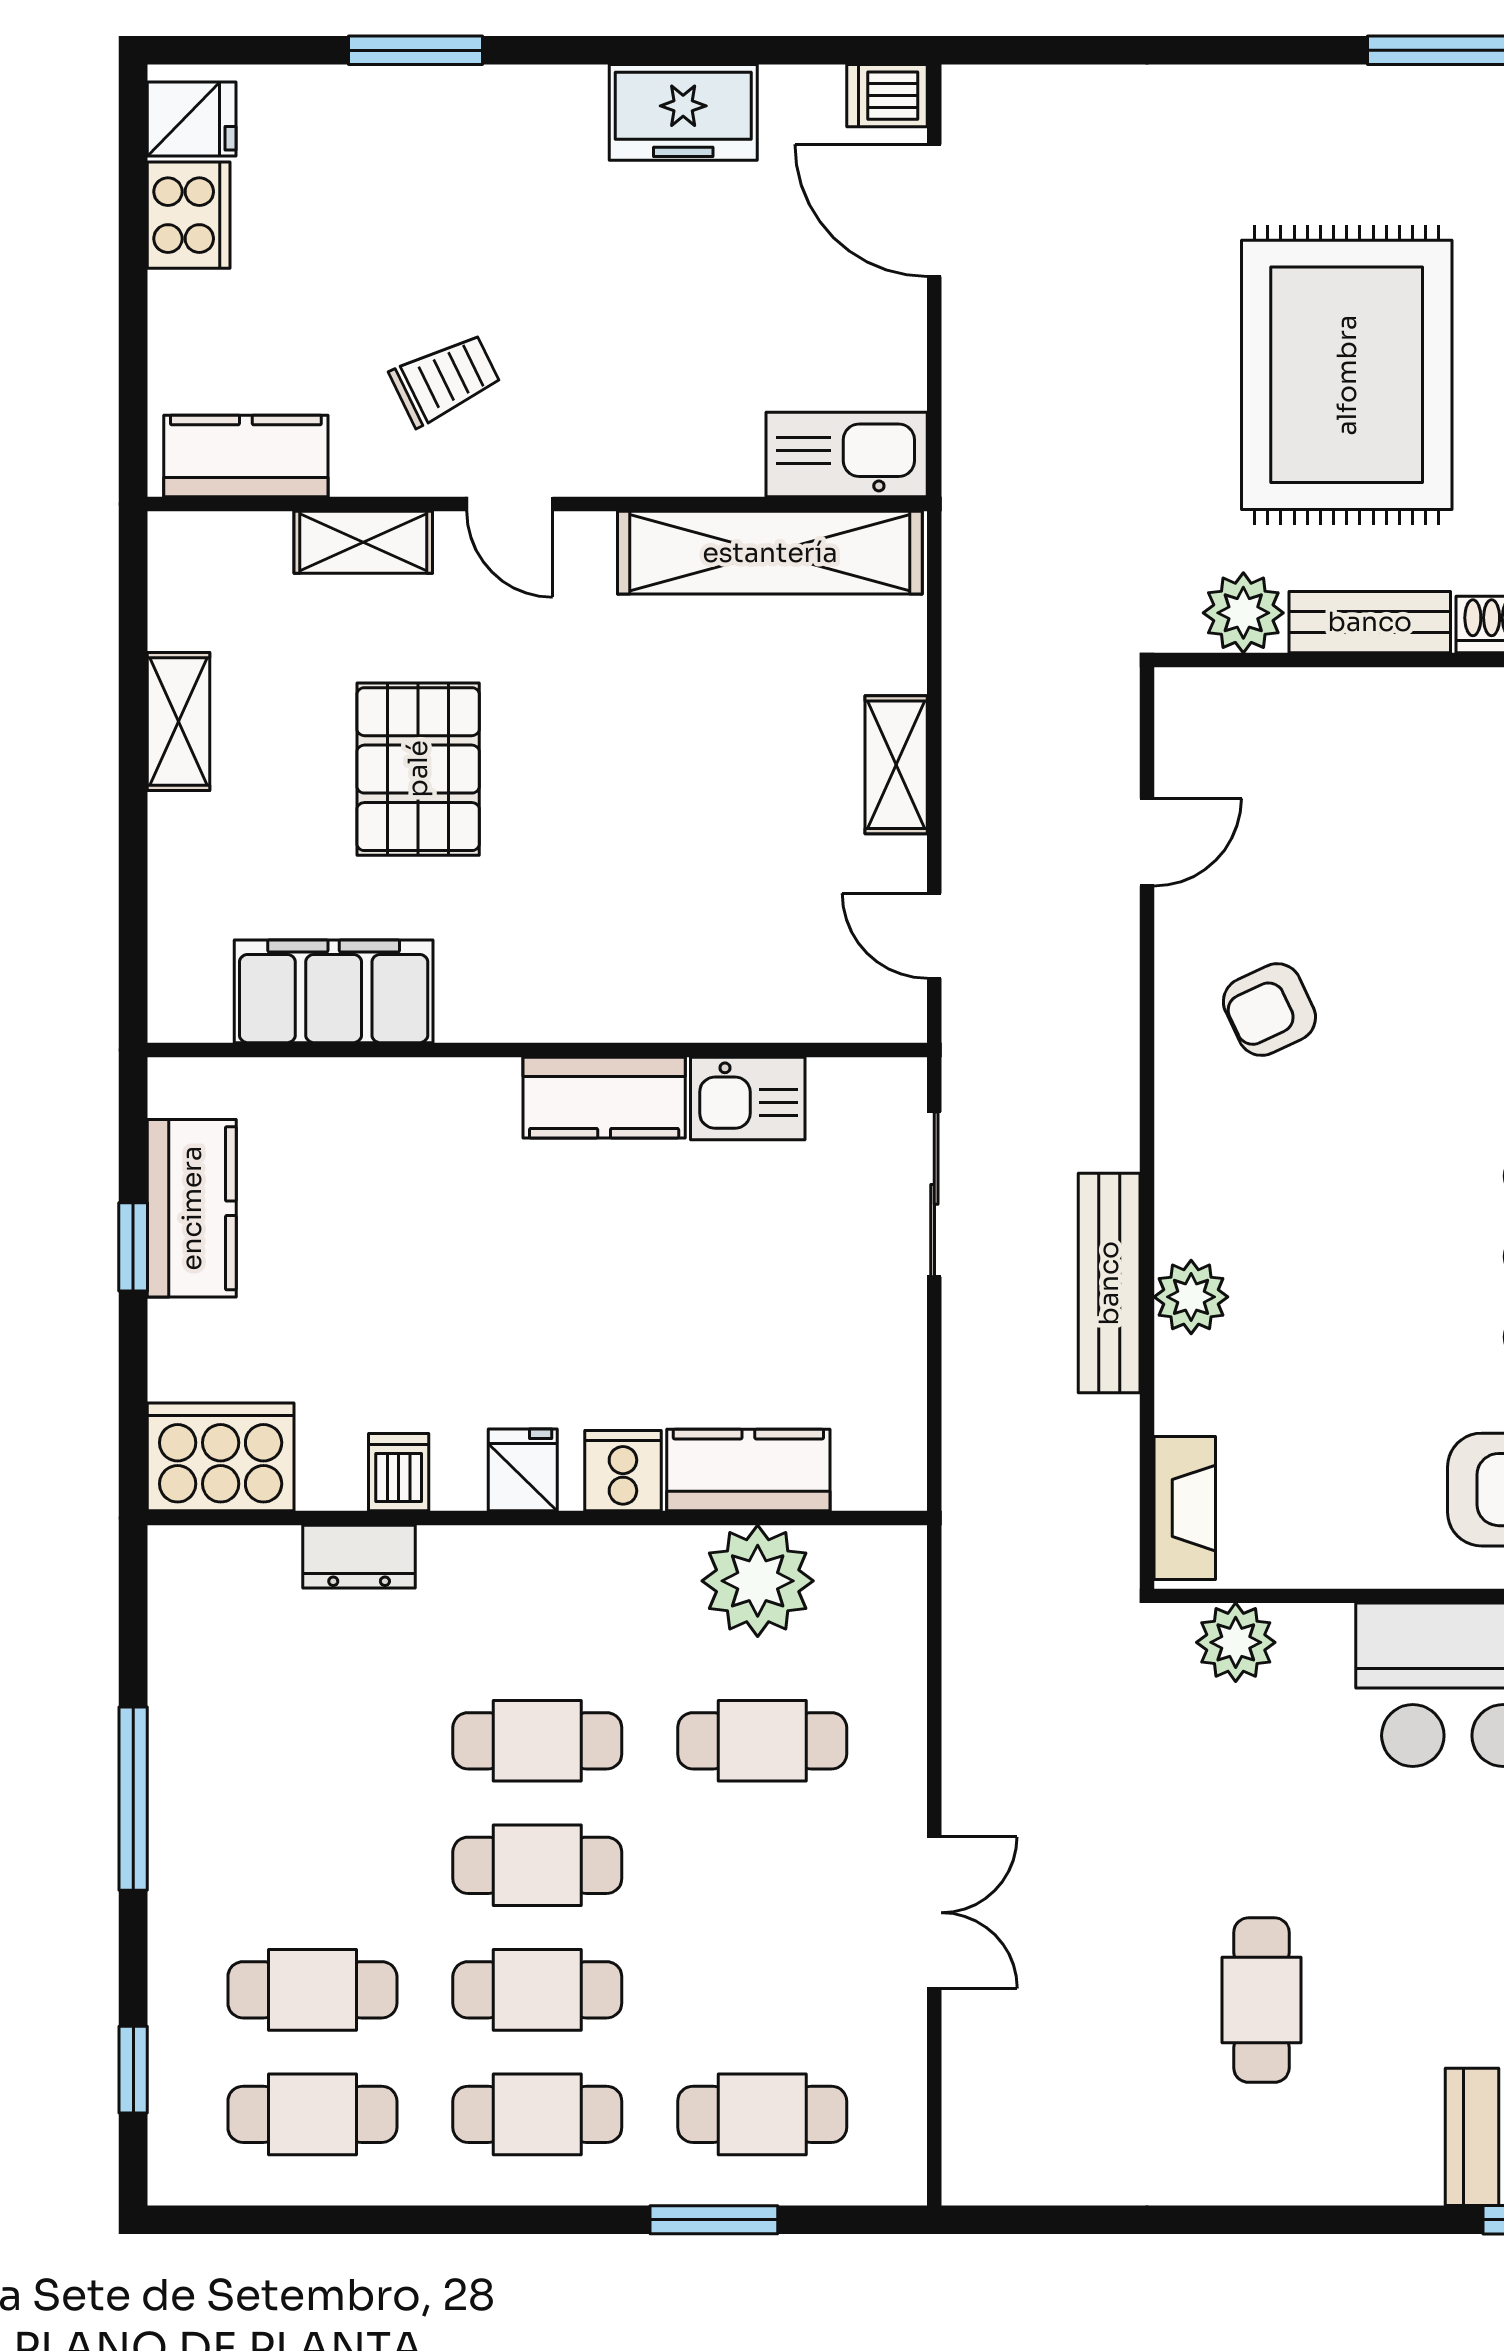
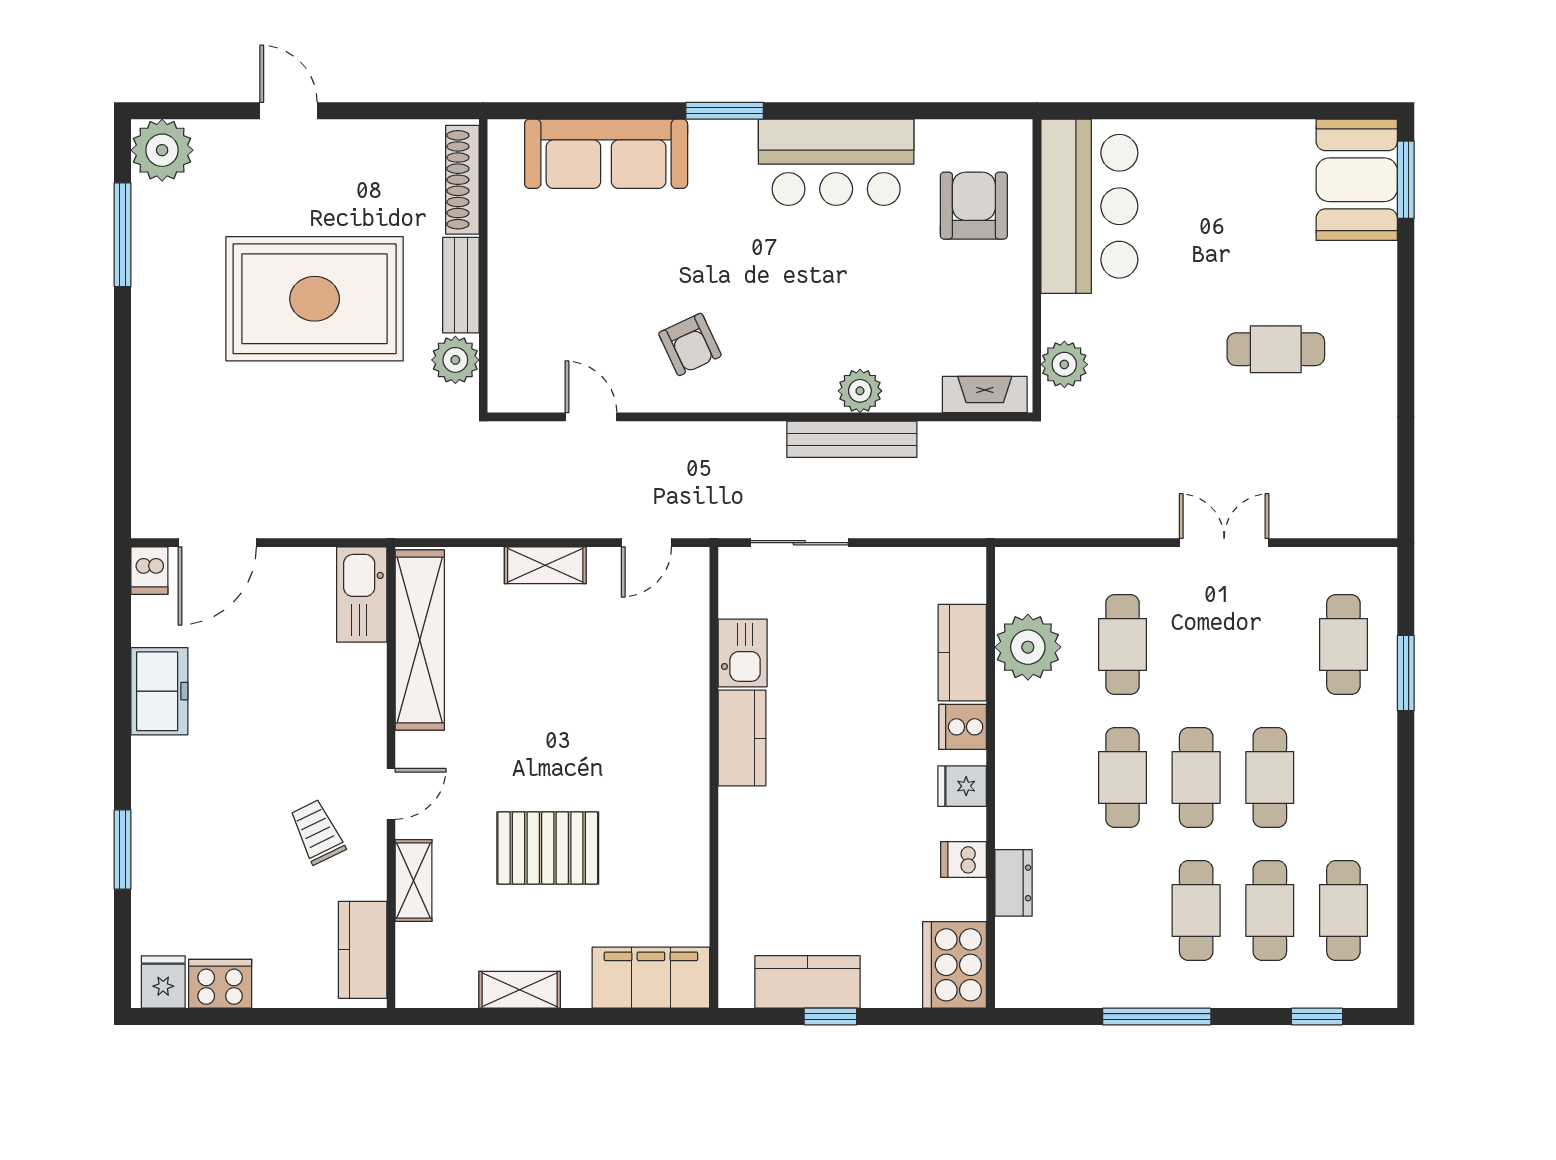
filing cabinet: (334, 991) -> (651, 978), moved, turned 90
cafe table: (537, 2114) -> (1196, 911), moved

